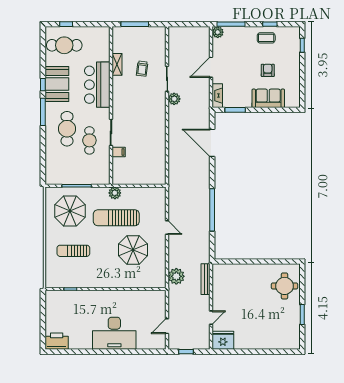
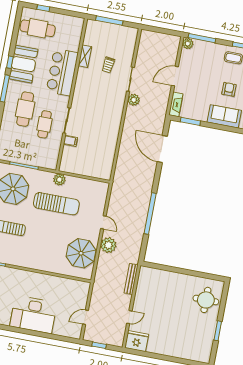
sun lounger: (116, 218) -> (56, 204), turned 180
parasol: (133, 250) -> (81, 253), moved
plant: (176, 276) -> (108, 245), moved

